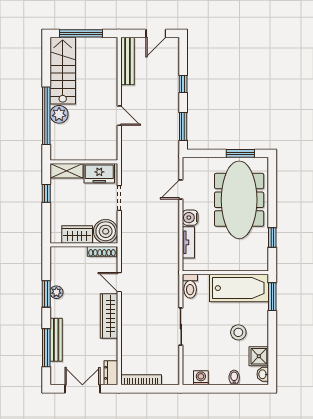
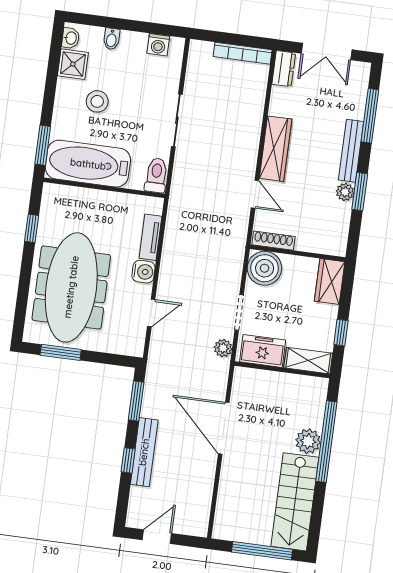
bench: (127, 61) -> (144, 452), moved
door: (119, 116) -> (224, 428), width x1.88
plant: (127, 172) -> (223, 348), added
wardrobe: (77, 235) -> (330, 281), moved, turned 90
bench: (56, 340) -> (351, 151), moved

